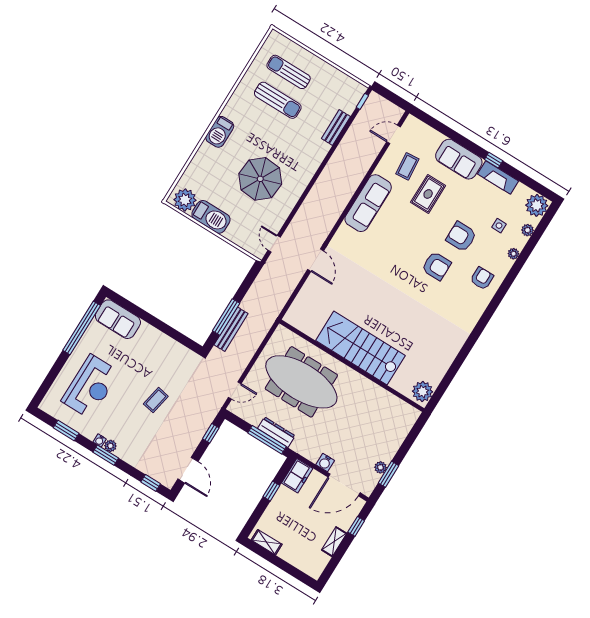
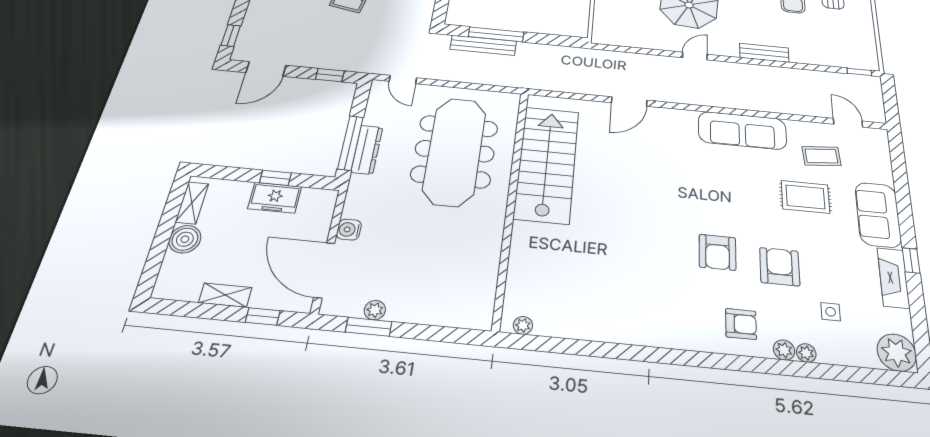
bench: (336, 127) -> (764, 53), moved
plant: (528, 230) -> (784, 350), moved
door: (274, 244) -> (695, 56), moved
stairs: (360, 348) -> (547, 164), moved
plant: (422, 392) -> (523, 325), width x0.53, depth x0.53
freezer: (297, 476) -> (275, 198), moved
boiler: (289, 553) -> (185, 239), added

